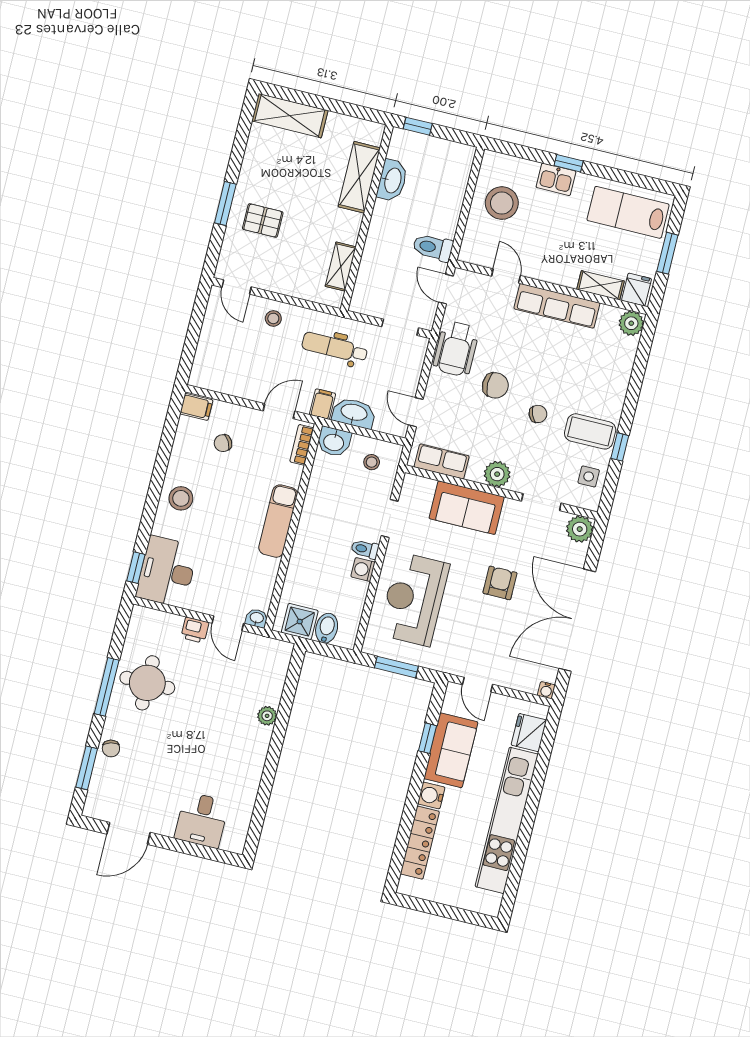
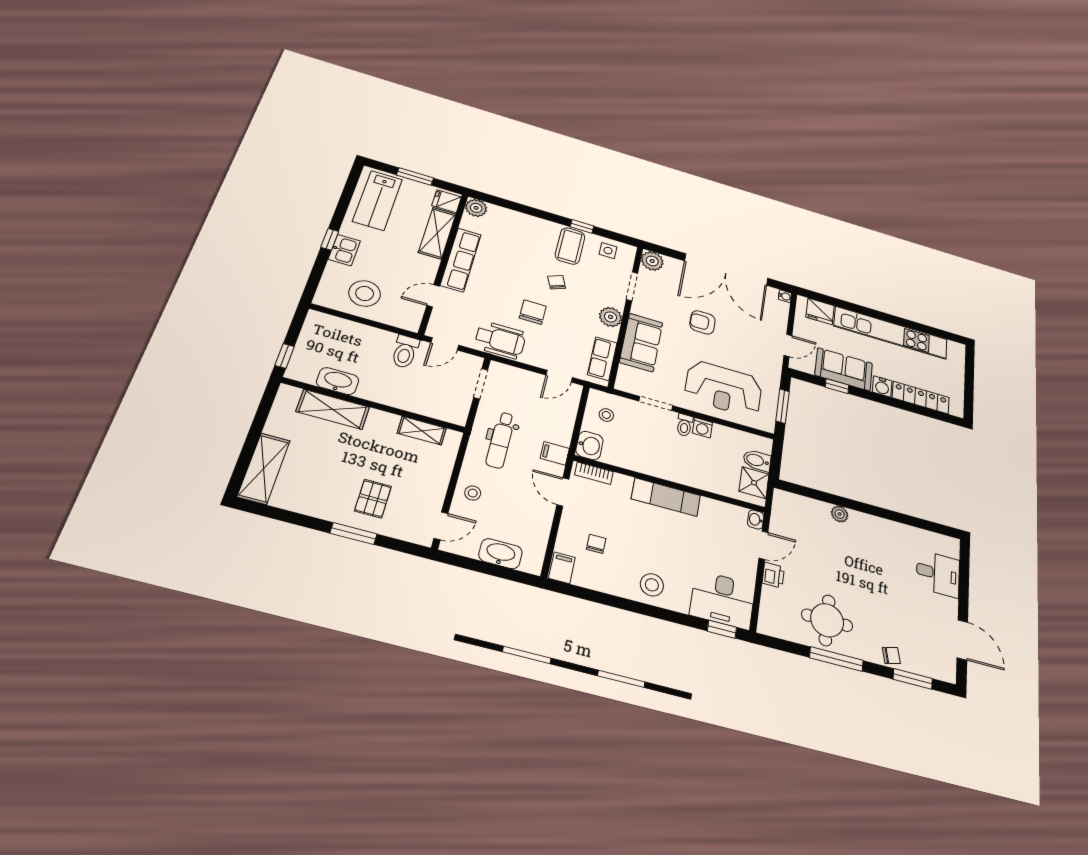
shelving: (600, 285) -> (437, 233), width x1.50, depth x1.33
washbasin: (354, 413) -> (500, 554), moved, turned 90
chair: (223, 443) -> (596, 544), turned -151

